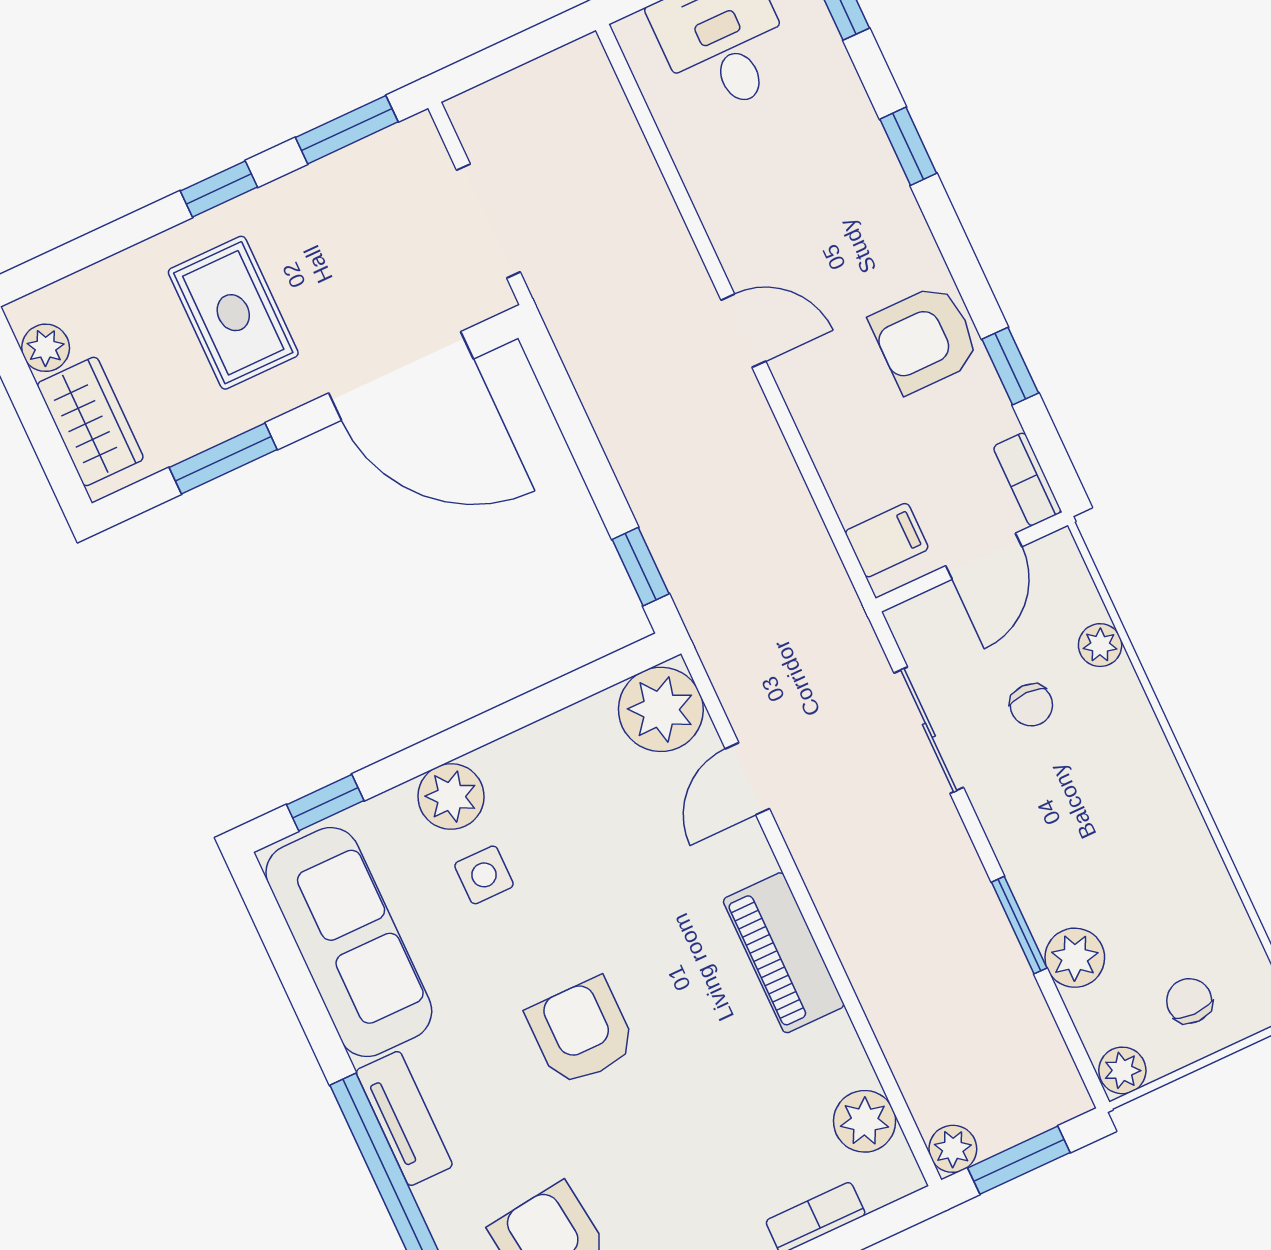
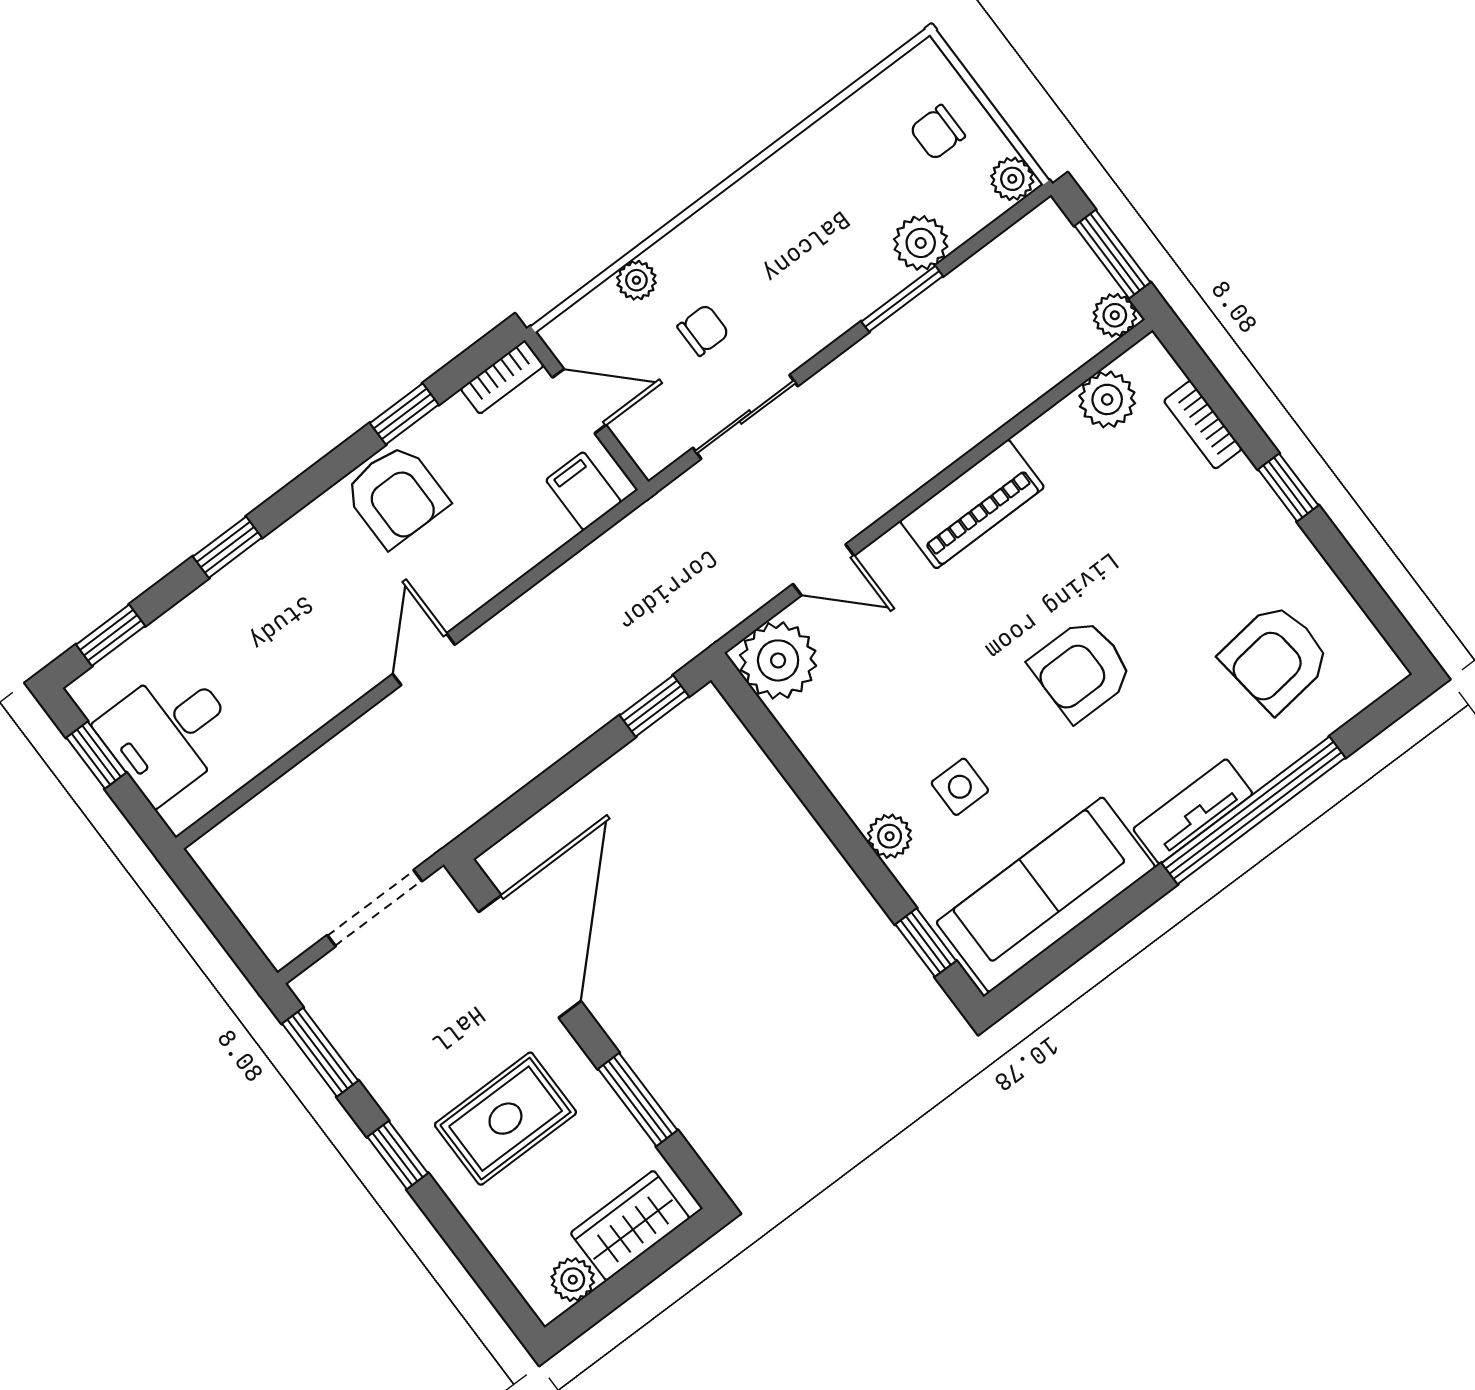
plant: (451, 797) -> (890, 836), width x0.73, depth x0.73

